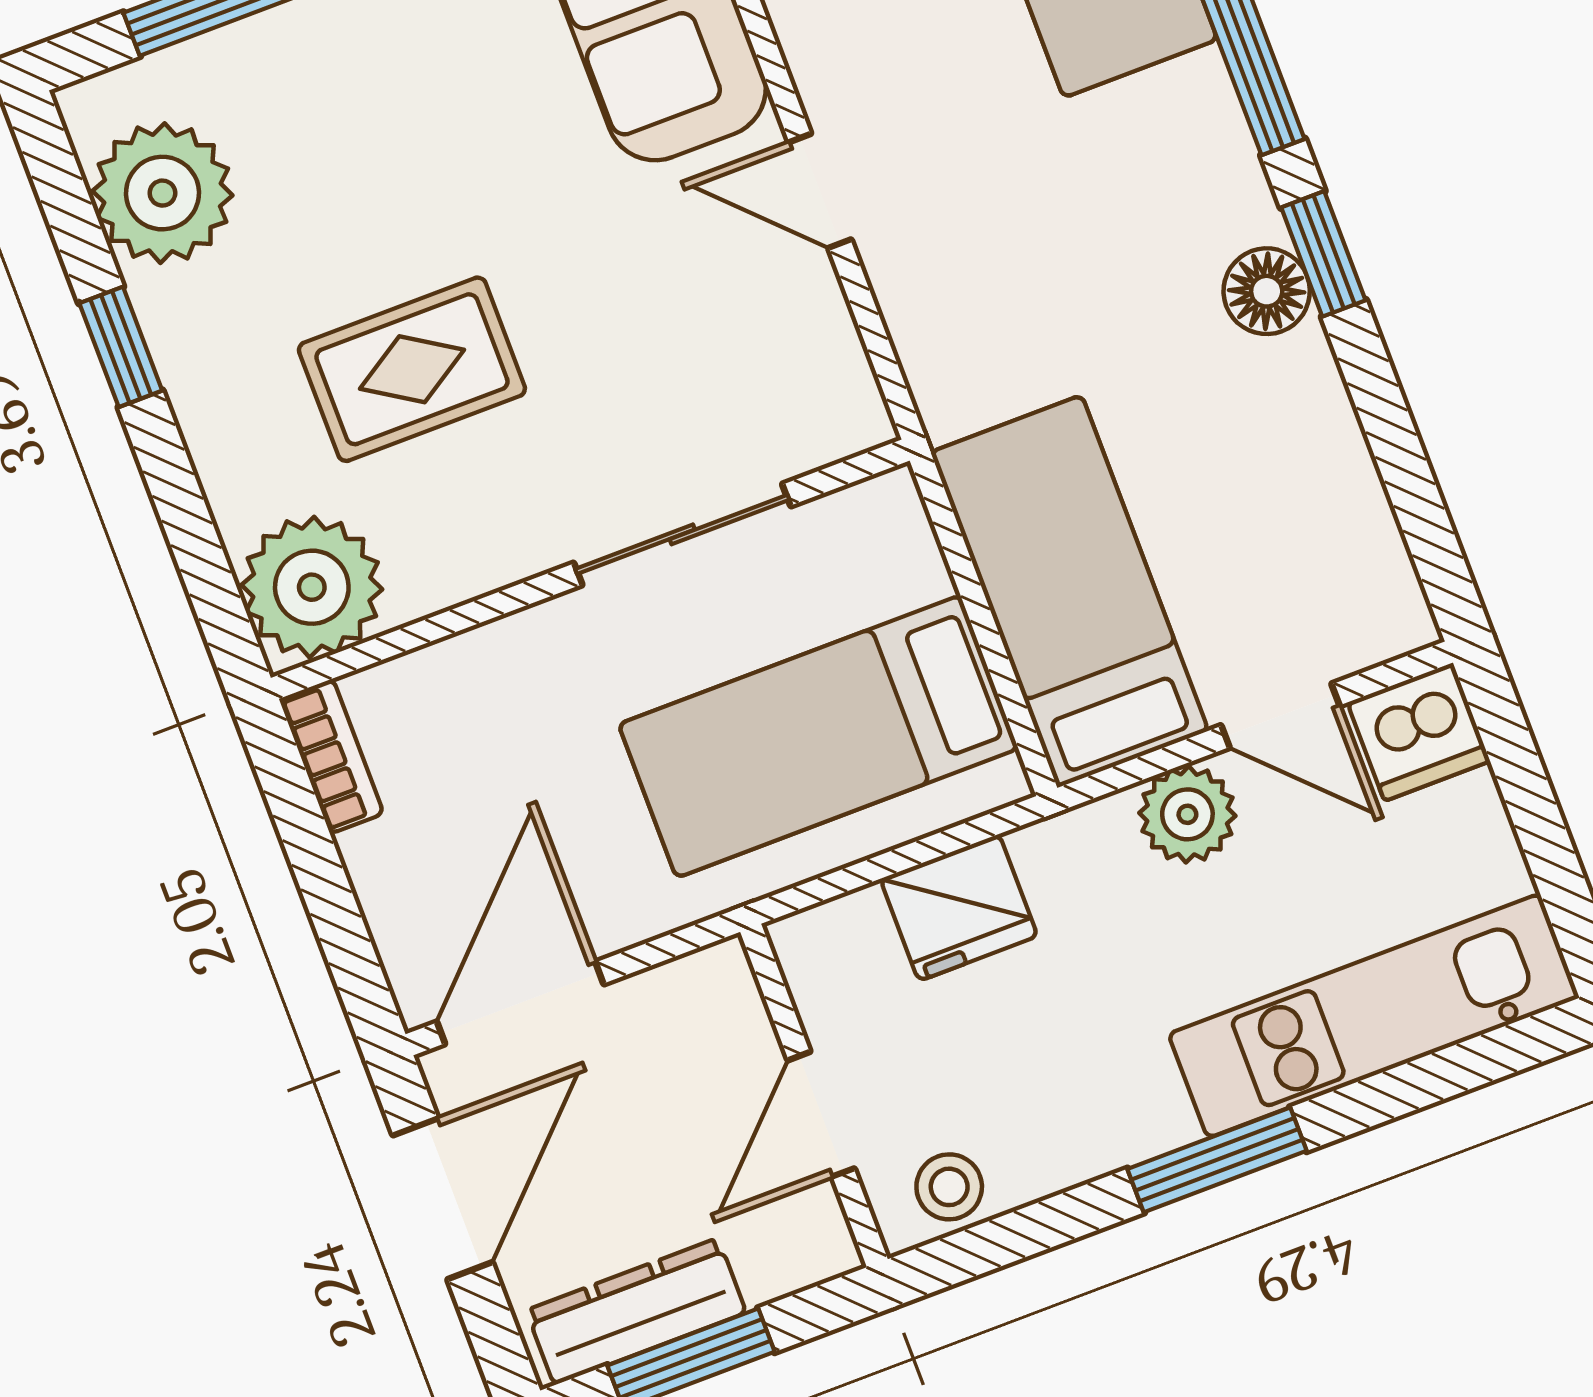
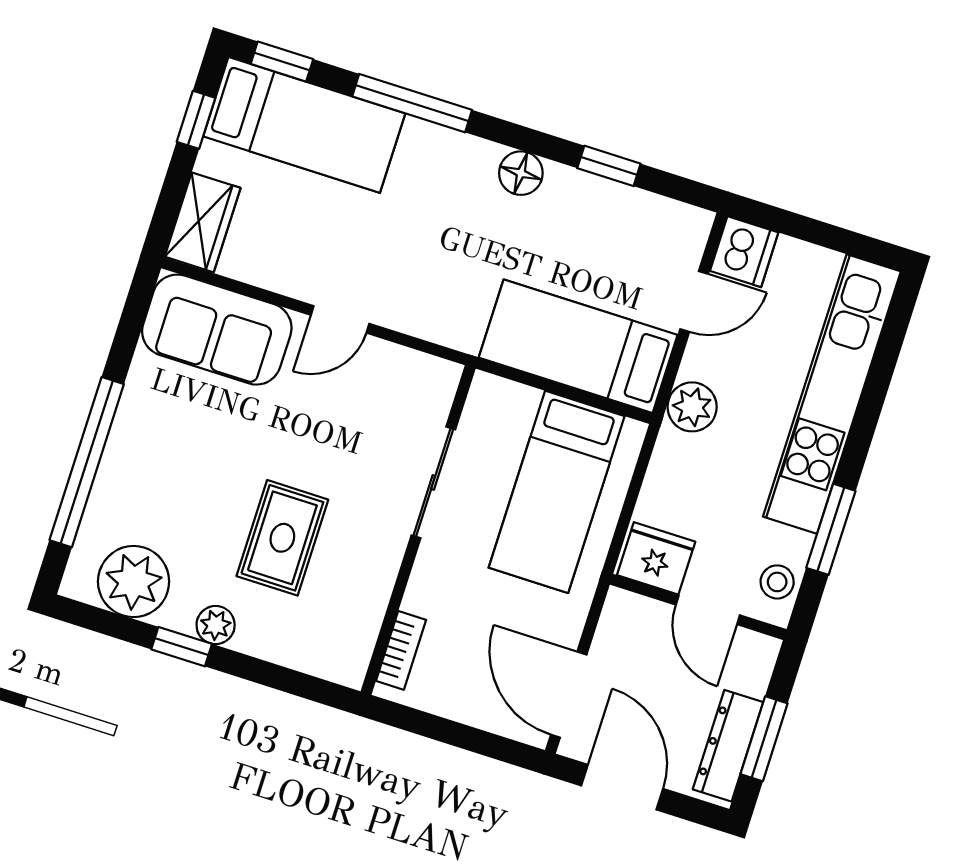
window: (1323, 254) -> (609, 166), moved
plant: (312, 587) -> (216, 625), moved, width x0.53, depth x0.53
bookcase: (331, 756) -> (401, 650), moved, turned 90
plant: (1187, 814) -> (692, 407), moved
fridge: (959, 908) -> (656, 558), moved, turned -90
kitchen unit: (1374, 1016) -> (832, 394), width x1.36
window: (1217, 1160) -> (831, 529), moved

